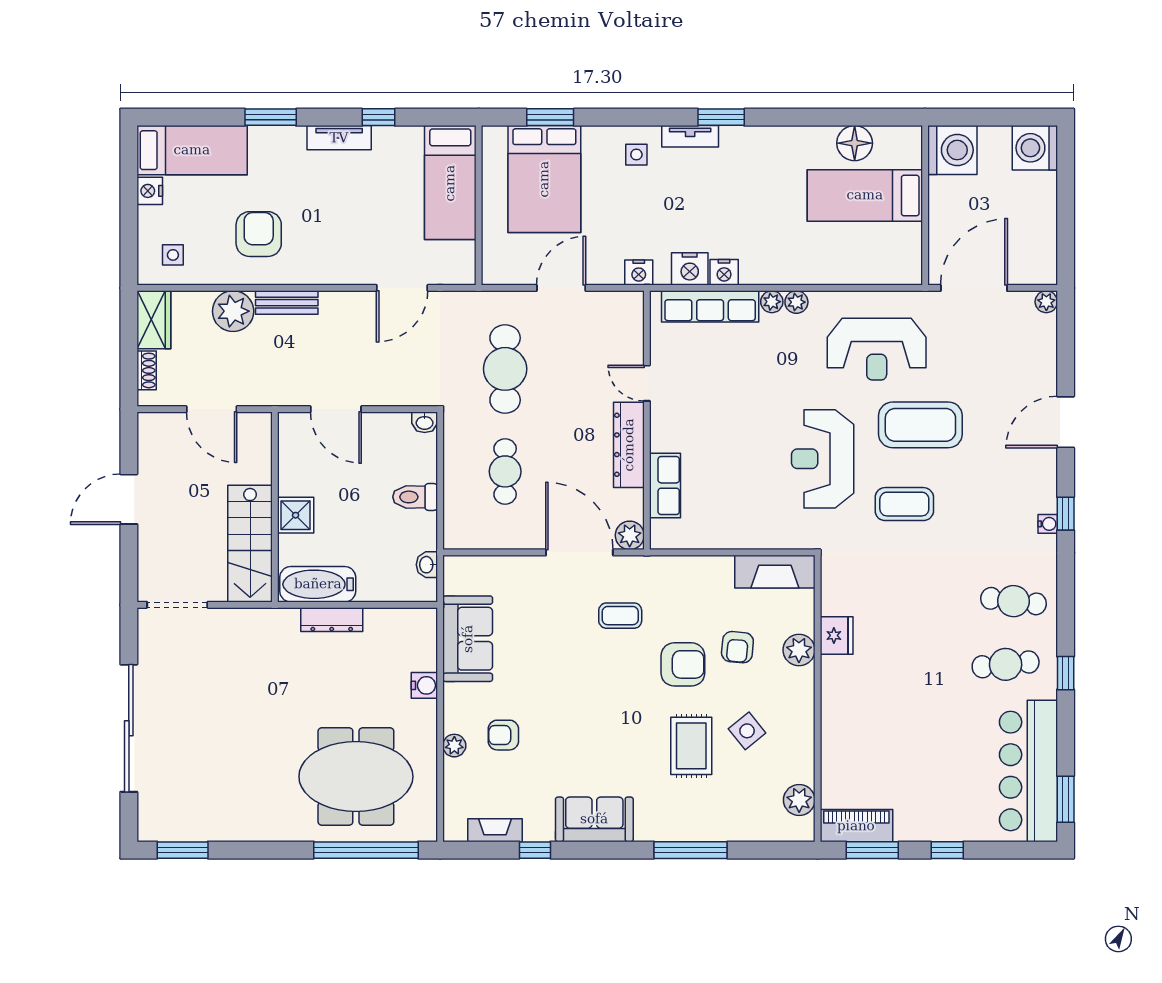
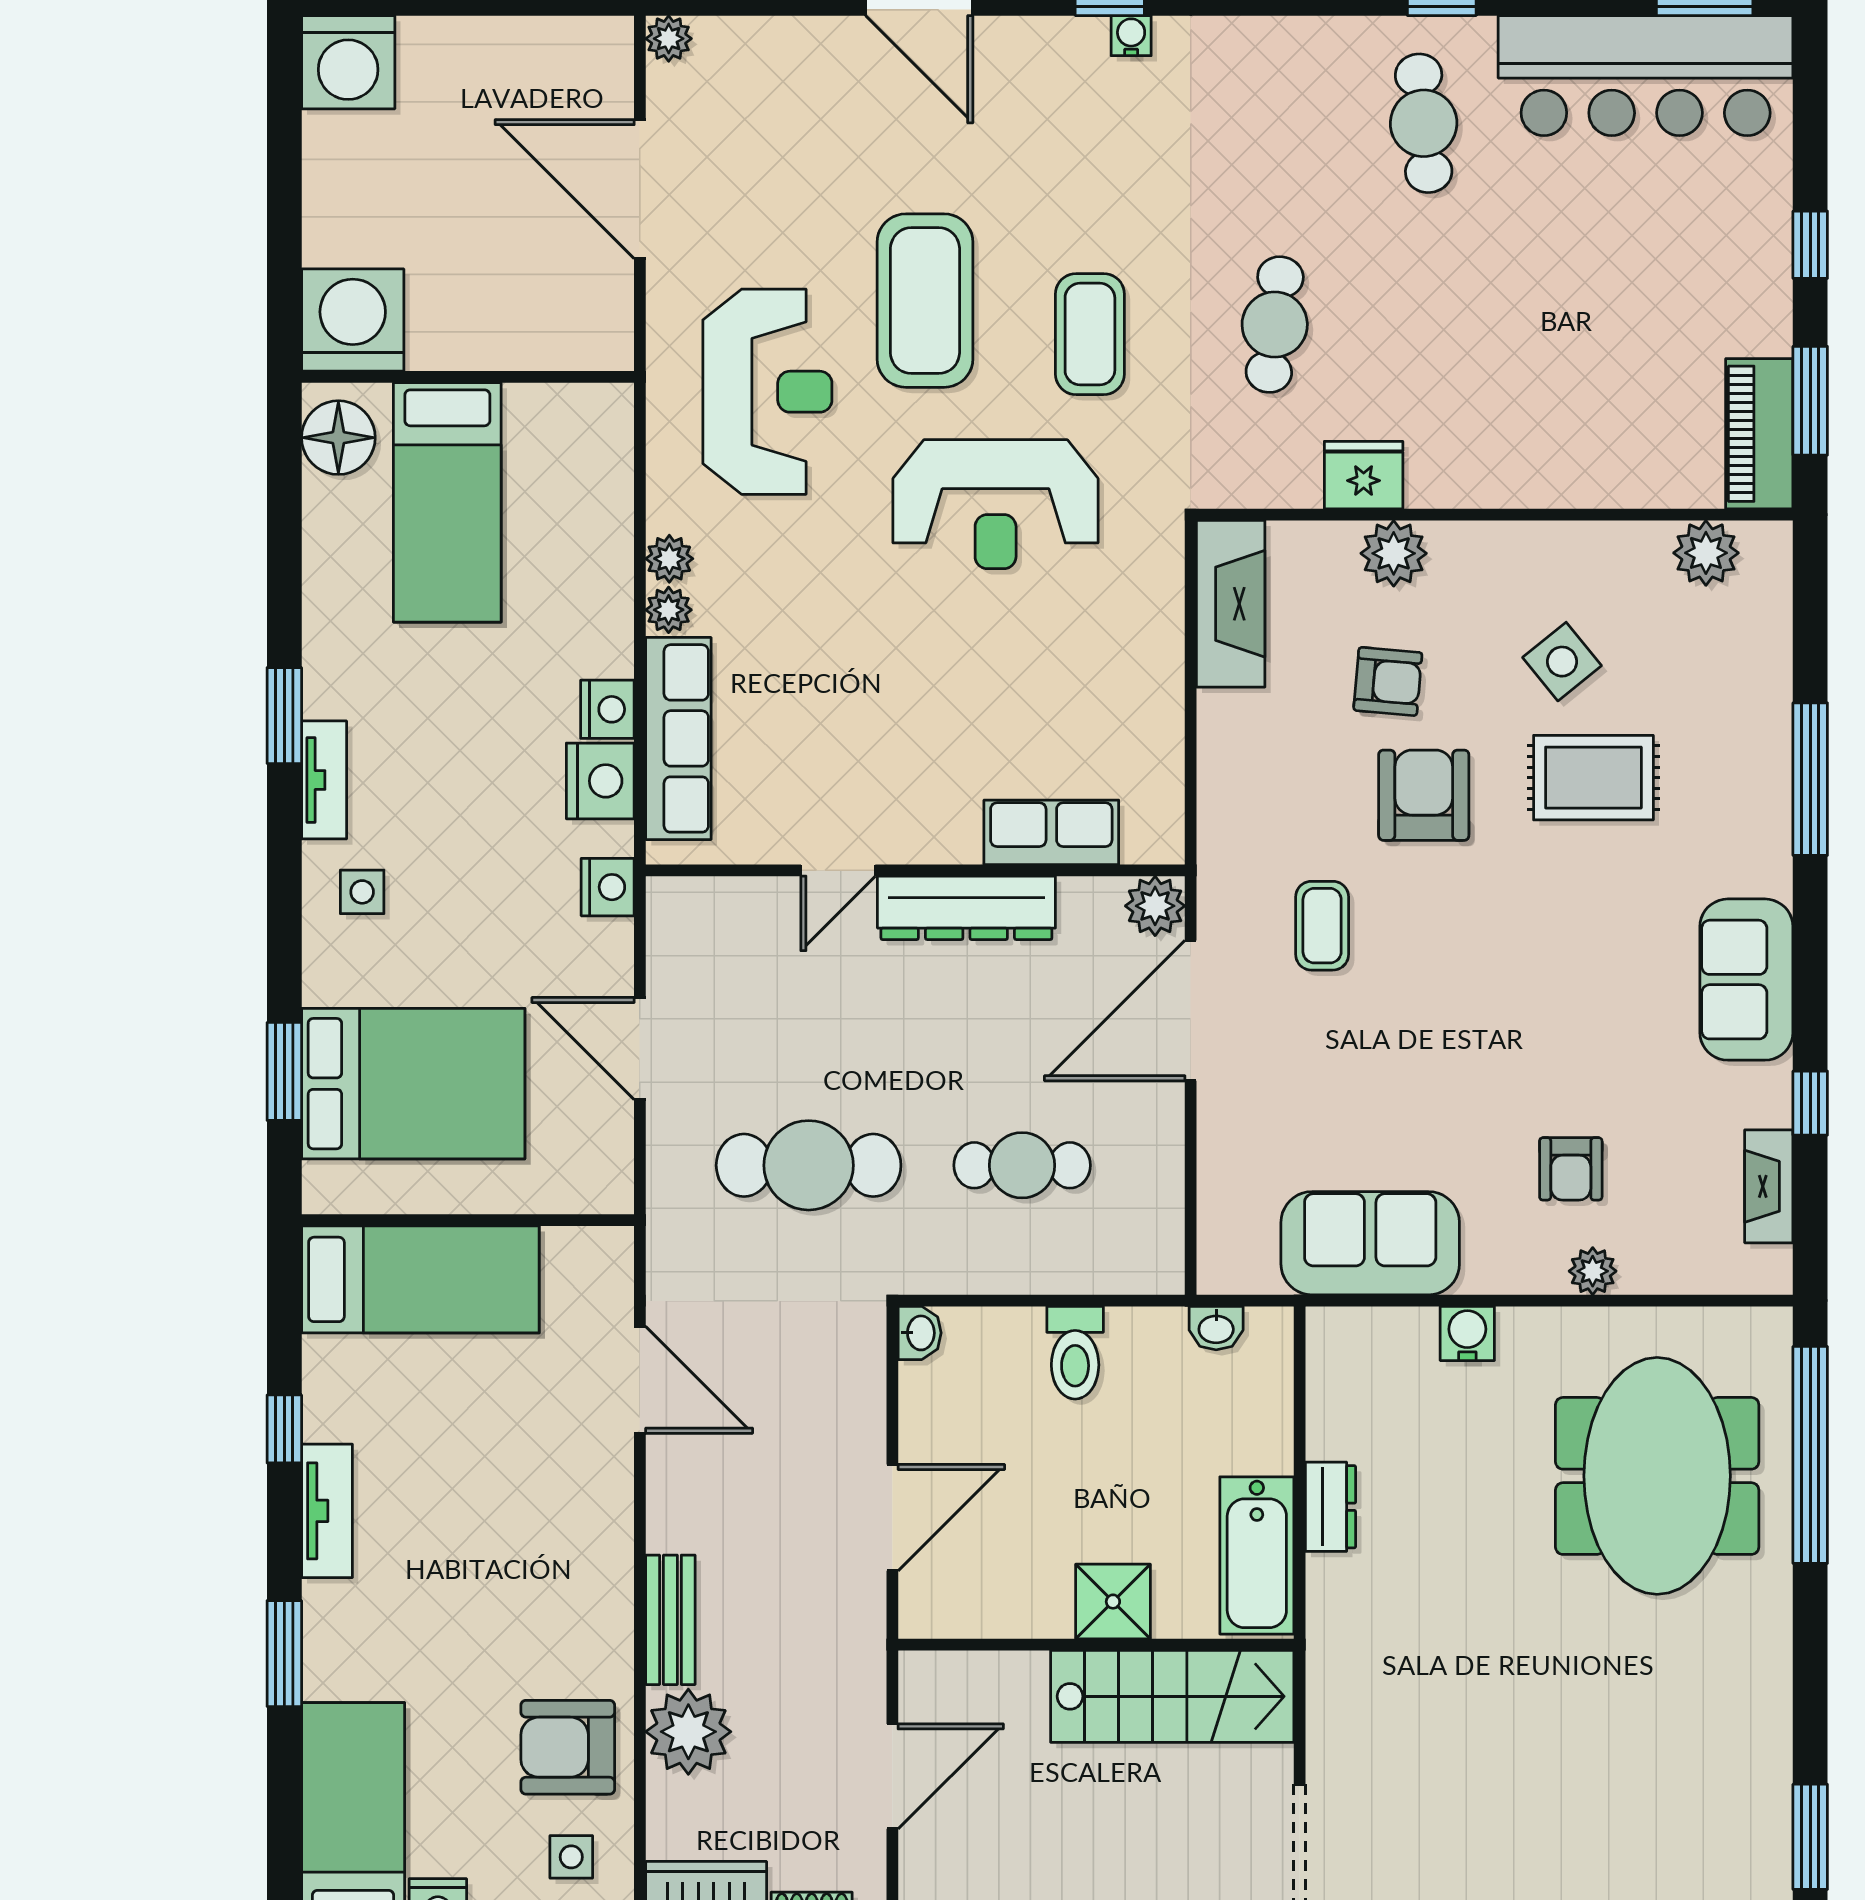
washing machine: (952, 150) -> (353, 320), moved
bed: (865, 195) -> (447, 502), moved
wall: (925, 205) -> (468, 377), moved
armchair: (259, 234) -> (568, 1747), moved
cafe table: (1013, 601) -> (1275, 325), moved
dresser: (332, 620) -> (1331, 1507), width x0.70

